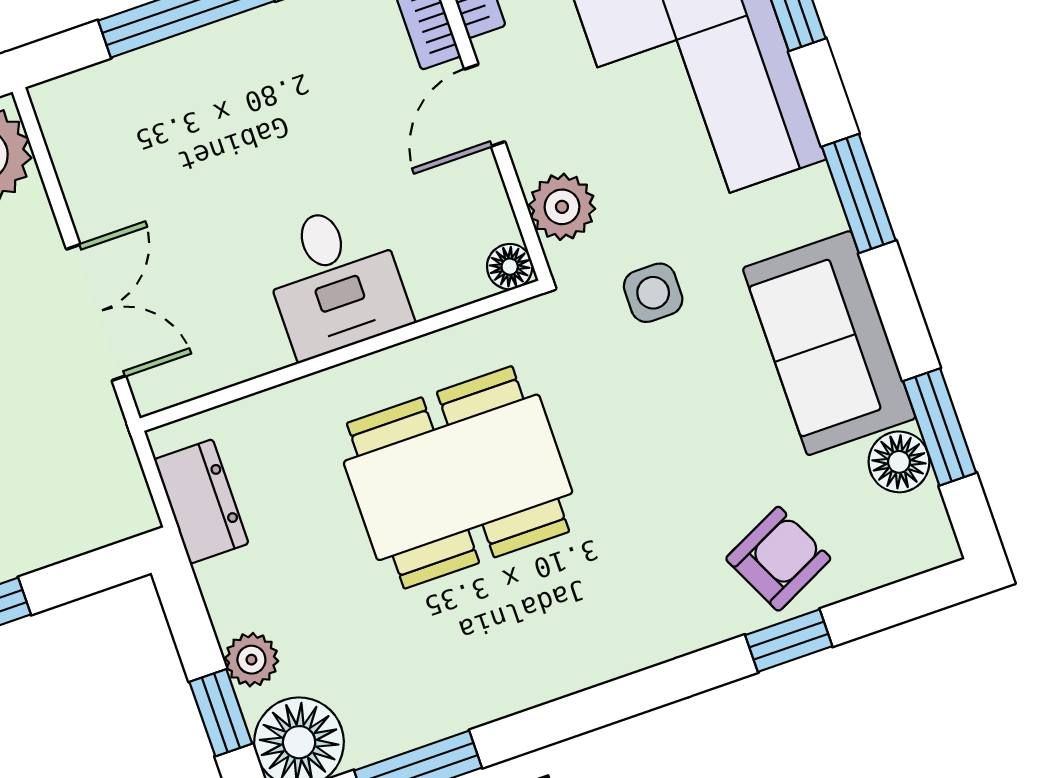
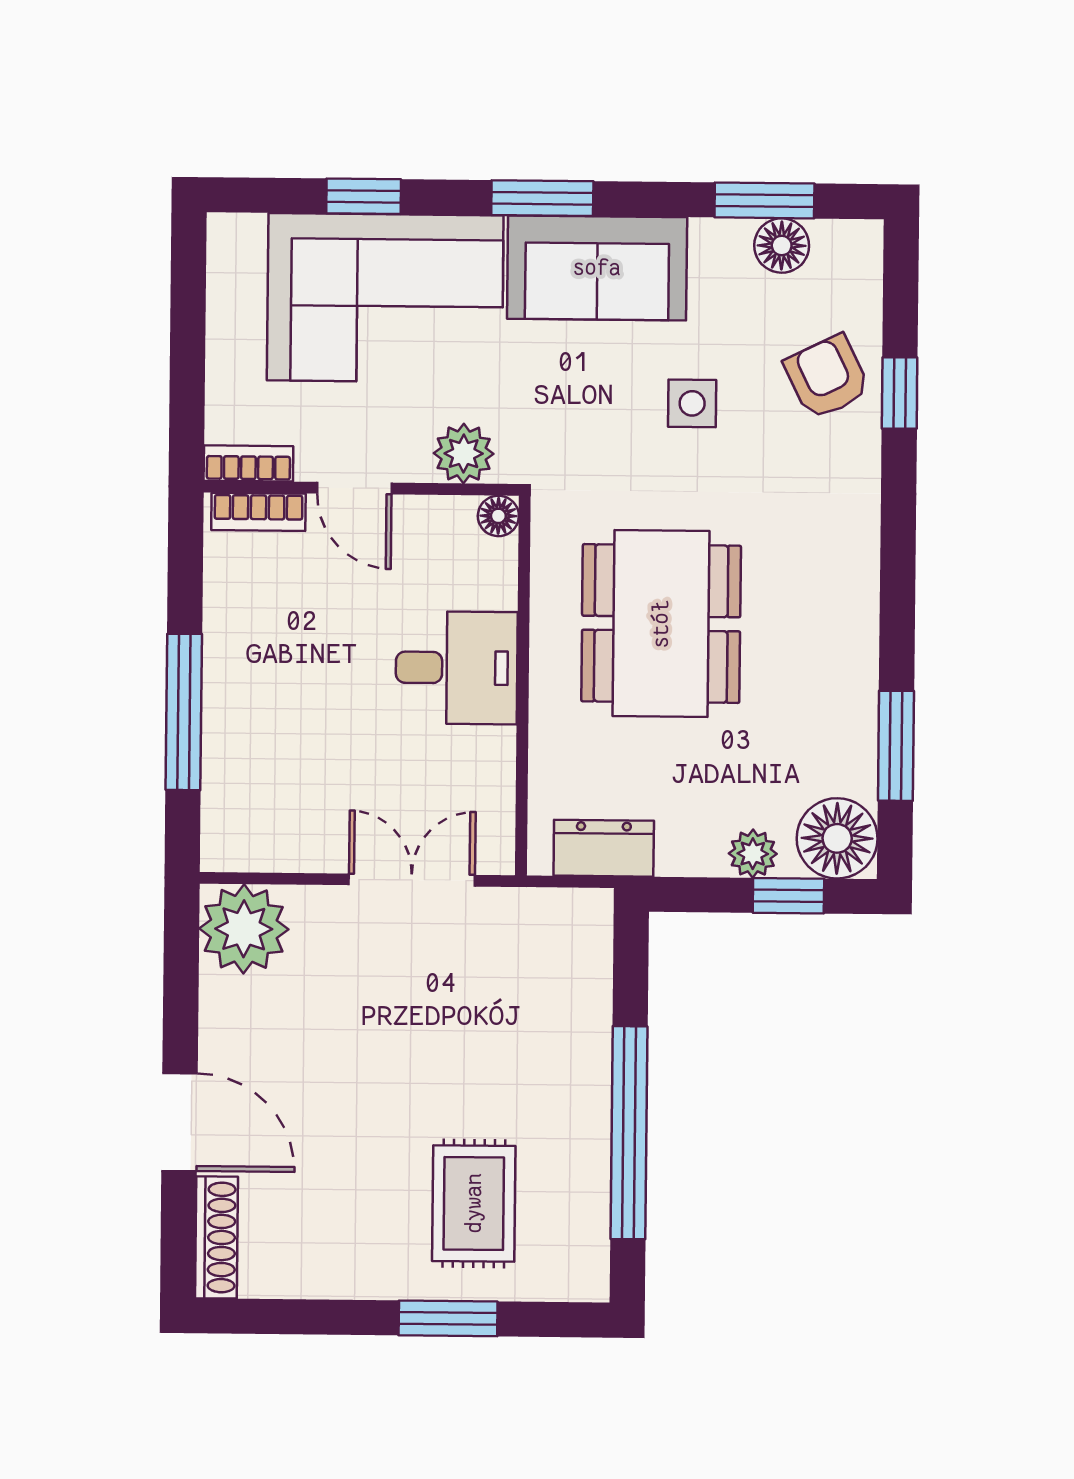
side table: (653, 293) -> (692, 403), moved
sofa: (829, 343) -> (597, 268), moved

